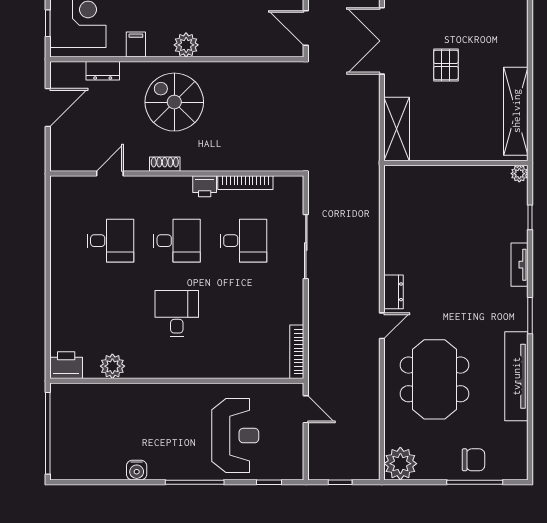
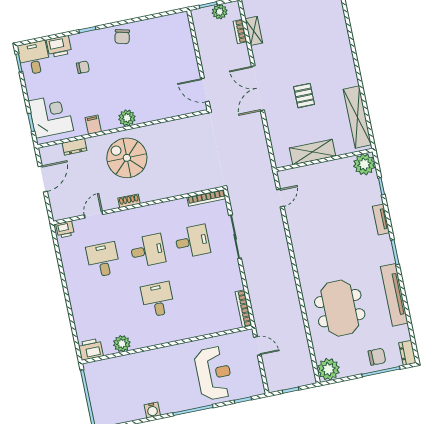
shelving: (397, 129) -> (312, 152), moved, turned 90
plant: (519, 174) -> (364, 164), width x1.88, depth x1.88
bookcase: (245, 183) -> (206, 198), moved
printer: (205, 186) -> (65, 229), moved
desk: (110, 241) -> (103, 260), turned -90
dresser: (394, 292) -> (407, 353), moved, turned 180
door: (382, 326) -> (280, 198), moved

